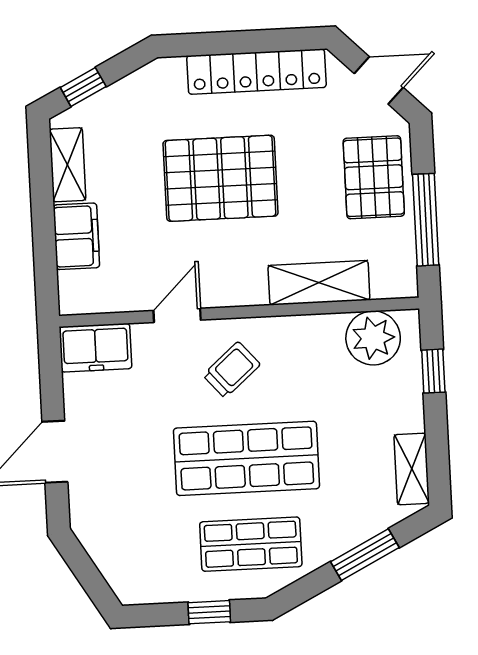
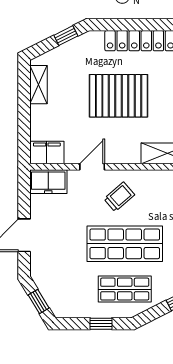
window: (83, 87) -> (66, 36), moved
filing cabinet: (76, 236) -> (47, 153), moved, turned -90
window: (89, 576) -> (39, 302), added

